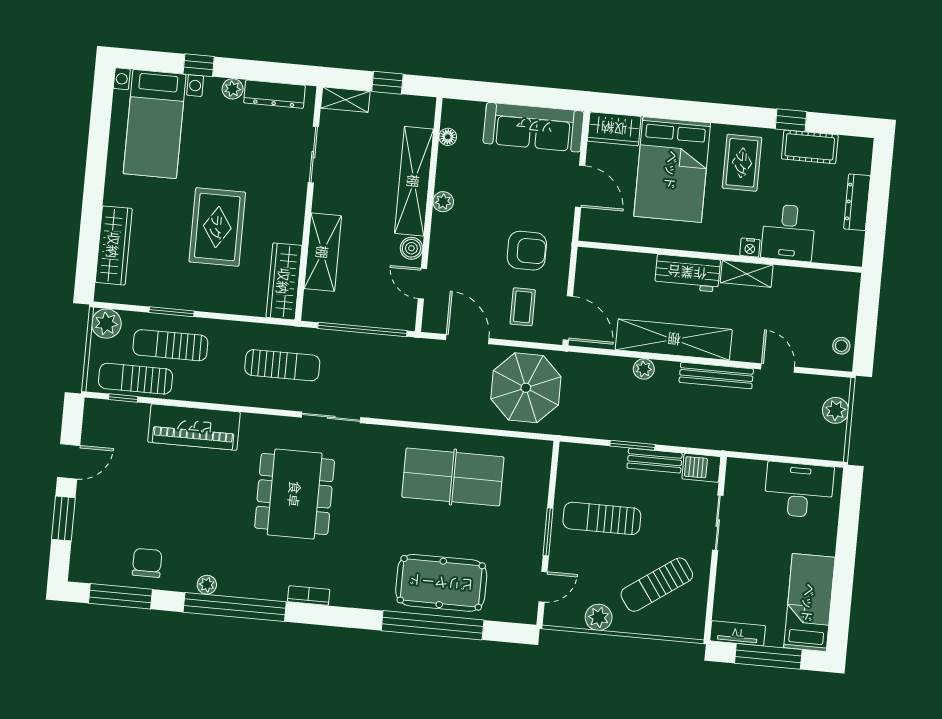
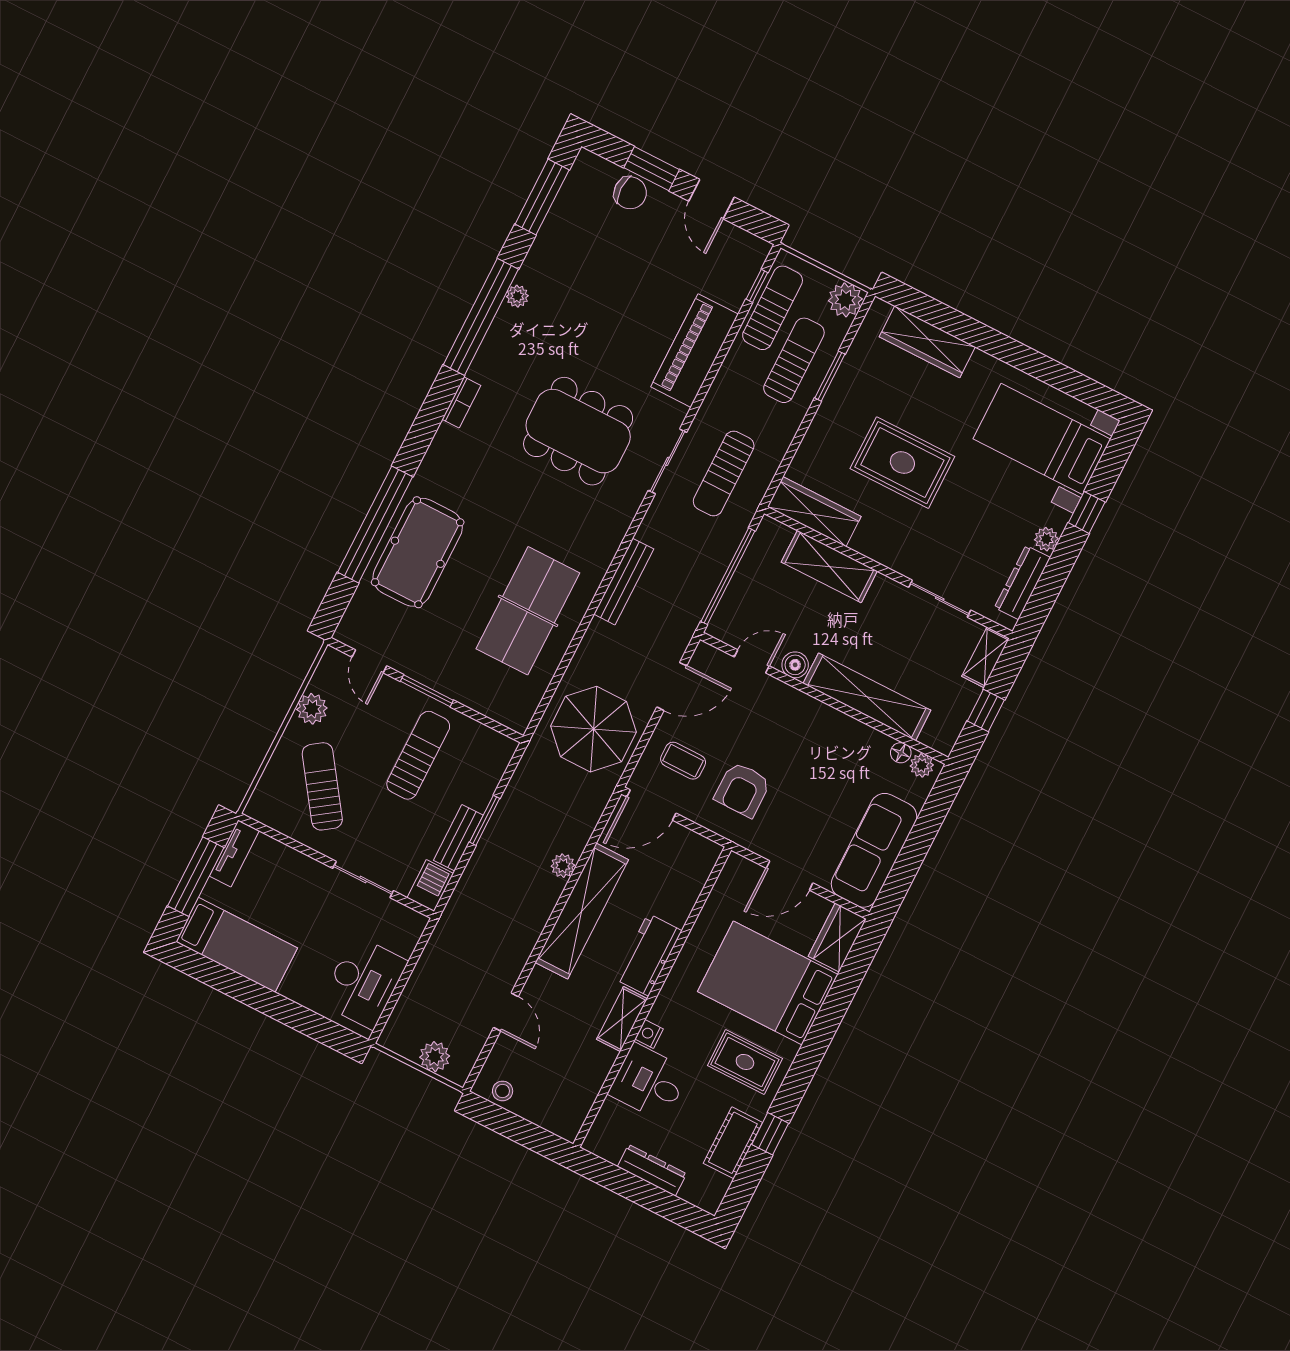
plant: (443, 202) -> (922, 765), moved
door: (778, 368) -> (506, 1012), hinge flipped
bench: (716, 376) -> (624, 582), moved
sliding door: (331, 417) -> (668, 461), moved
chair: (147, 563) -> (630, 193), moved

